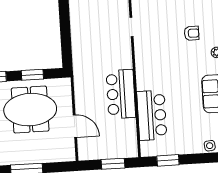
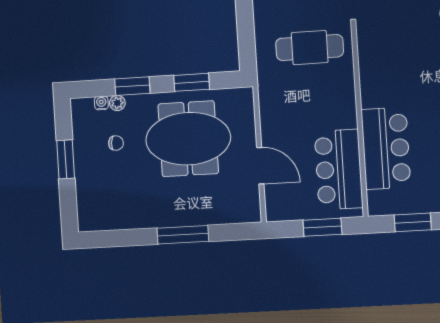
cafe table: (105, 54) -> (310, 48), added
bar counter: (121, 94) -> (339, 169), moved

